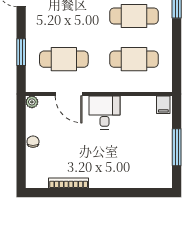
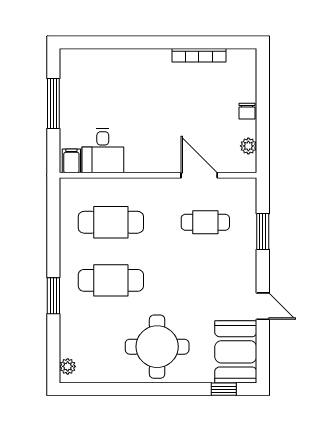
cafe table: (64, 59) -> (205, 222), width x0.73, depth x0.74
plant: (32, 102) -> (248, 146), moved
desk: (105, 112) -> (103, 150), moved

